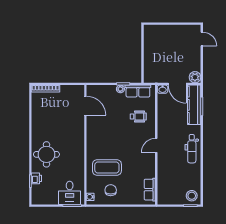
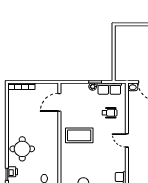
door: (85, 106) -> (59, 102), swing flipped
door: (156, 145) -> (127, 140), hinge flipped
coffee table: (107, 167) -> (79, 135), moved

